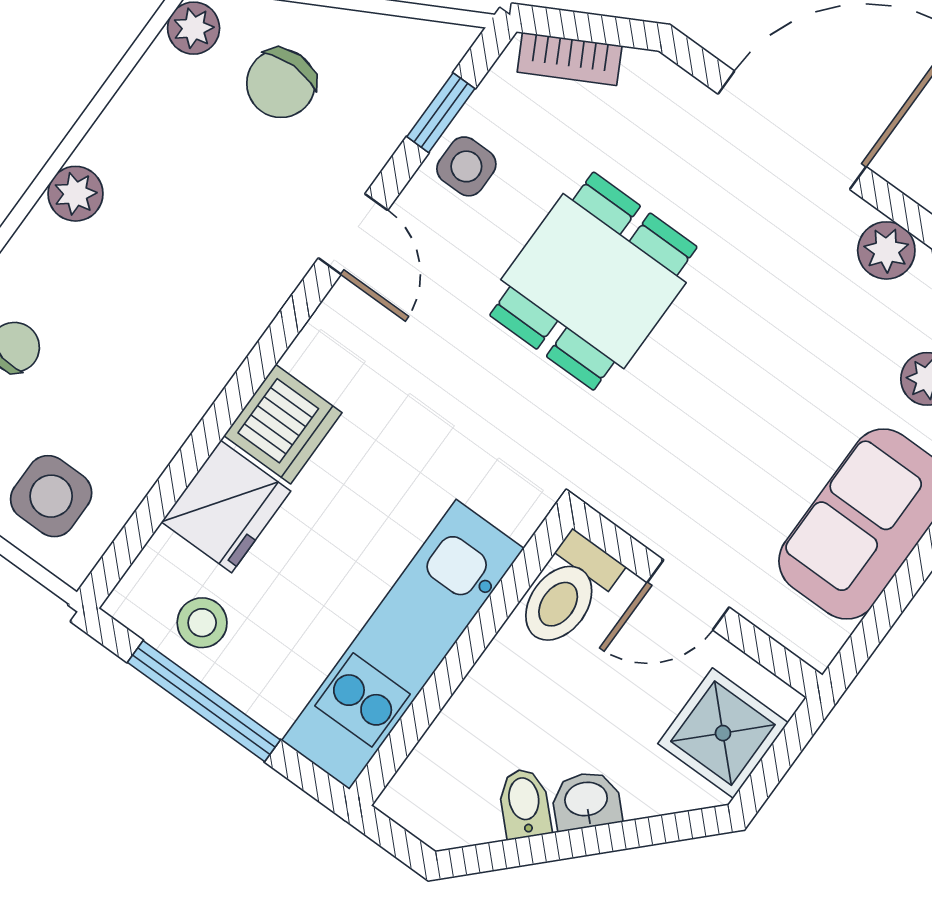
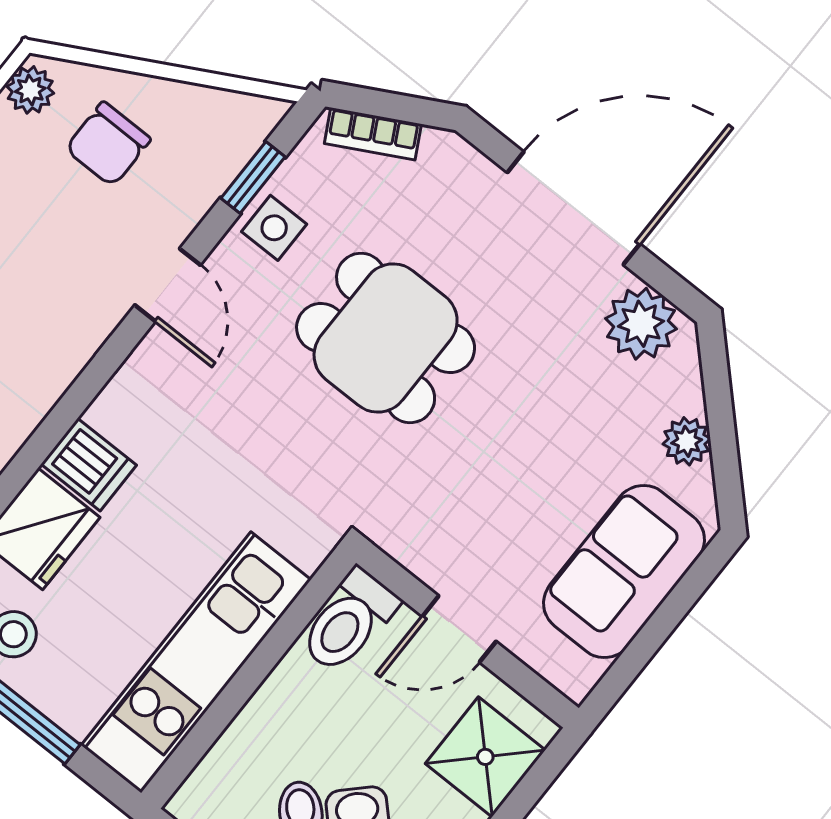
plant: (886, 250) -> (641, 324), width x1.38, depth x1.38
dining table: (593, 281) -> (386, 338), turned 90
dishwasher: (283, 424) -> (89, 465), width x0.73

